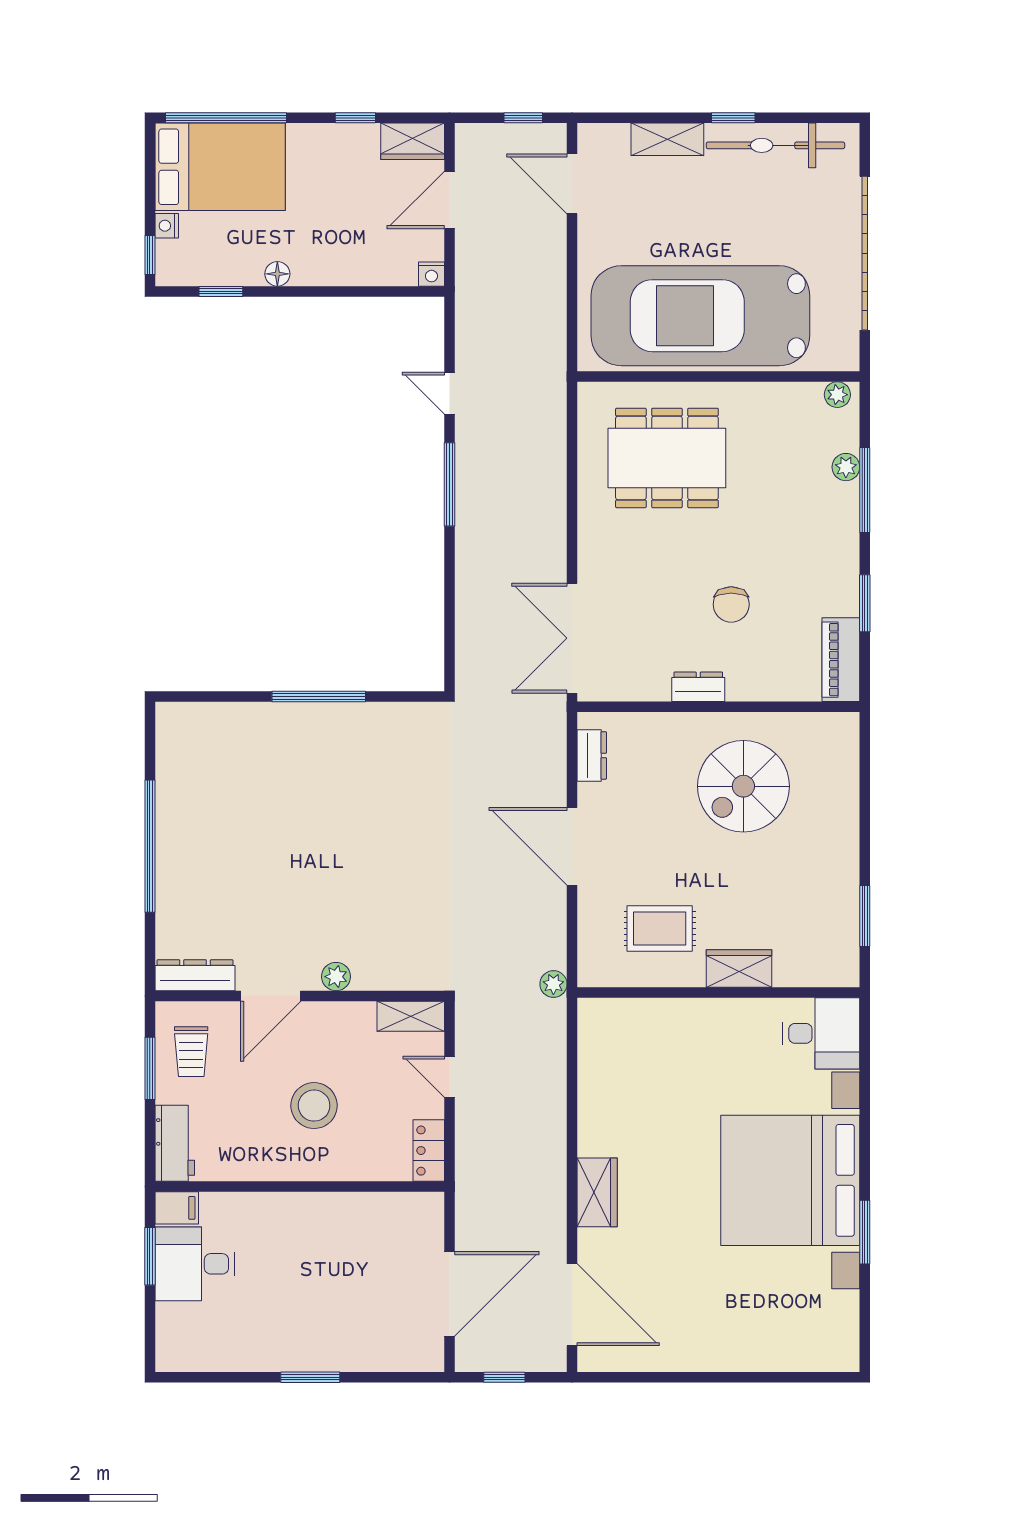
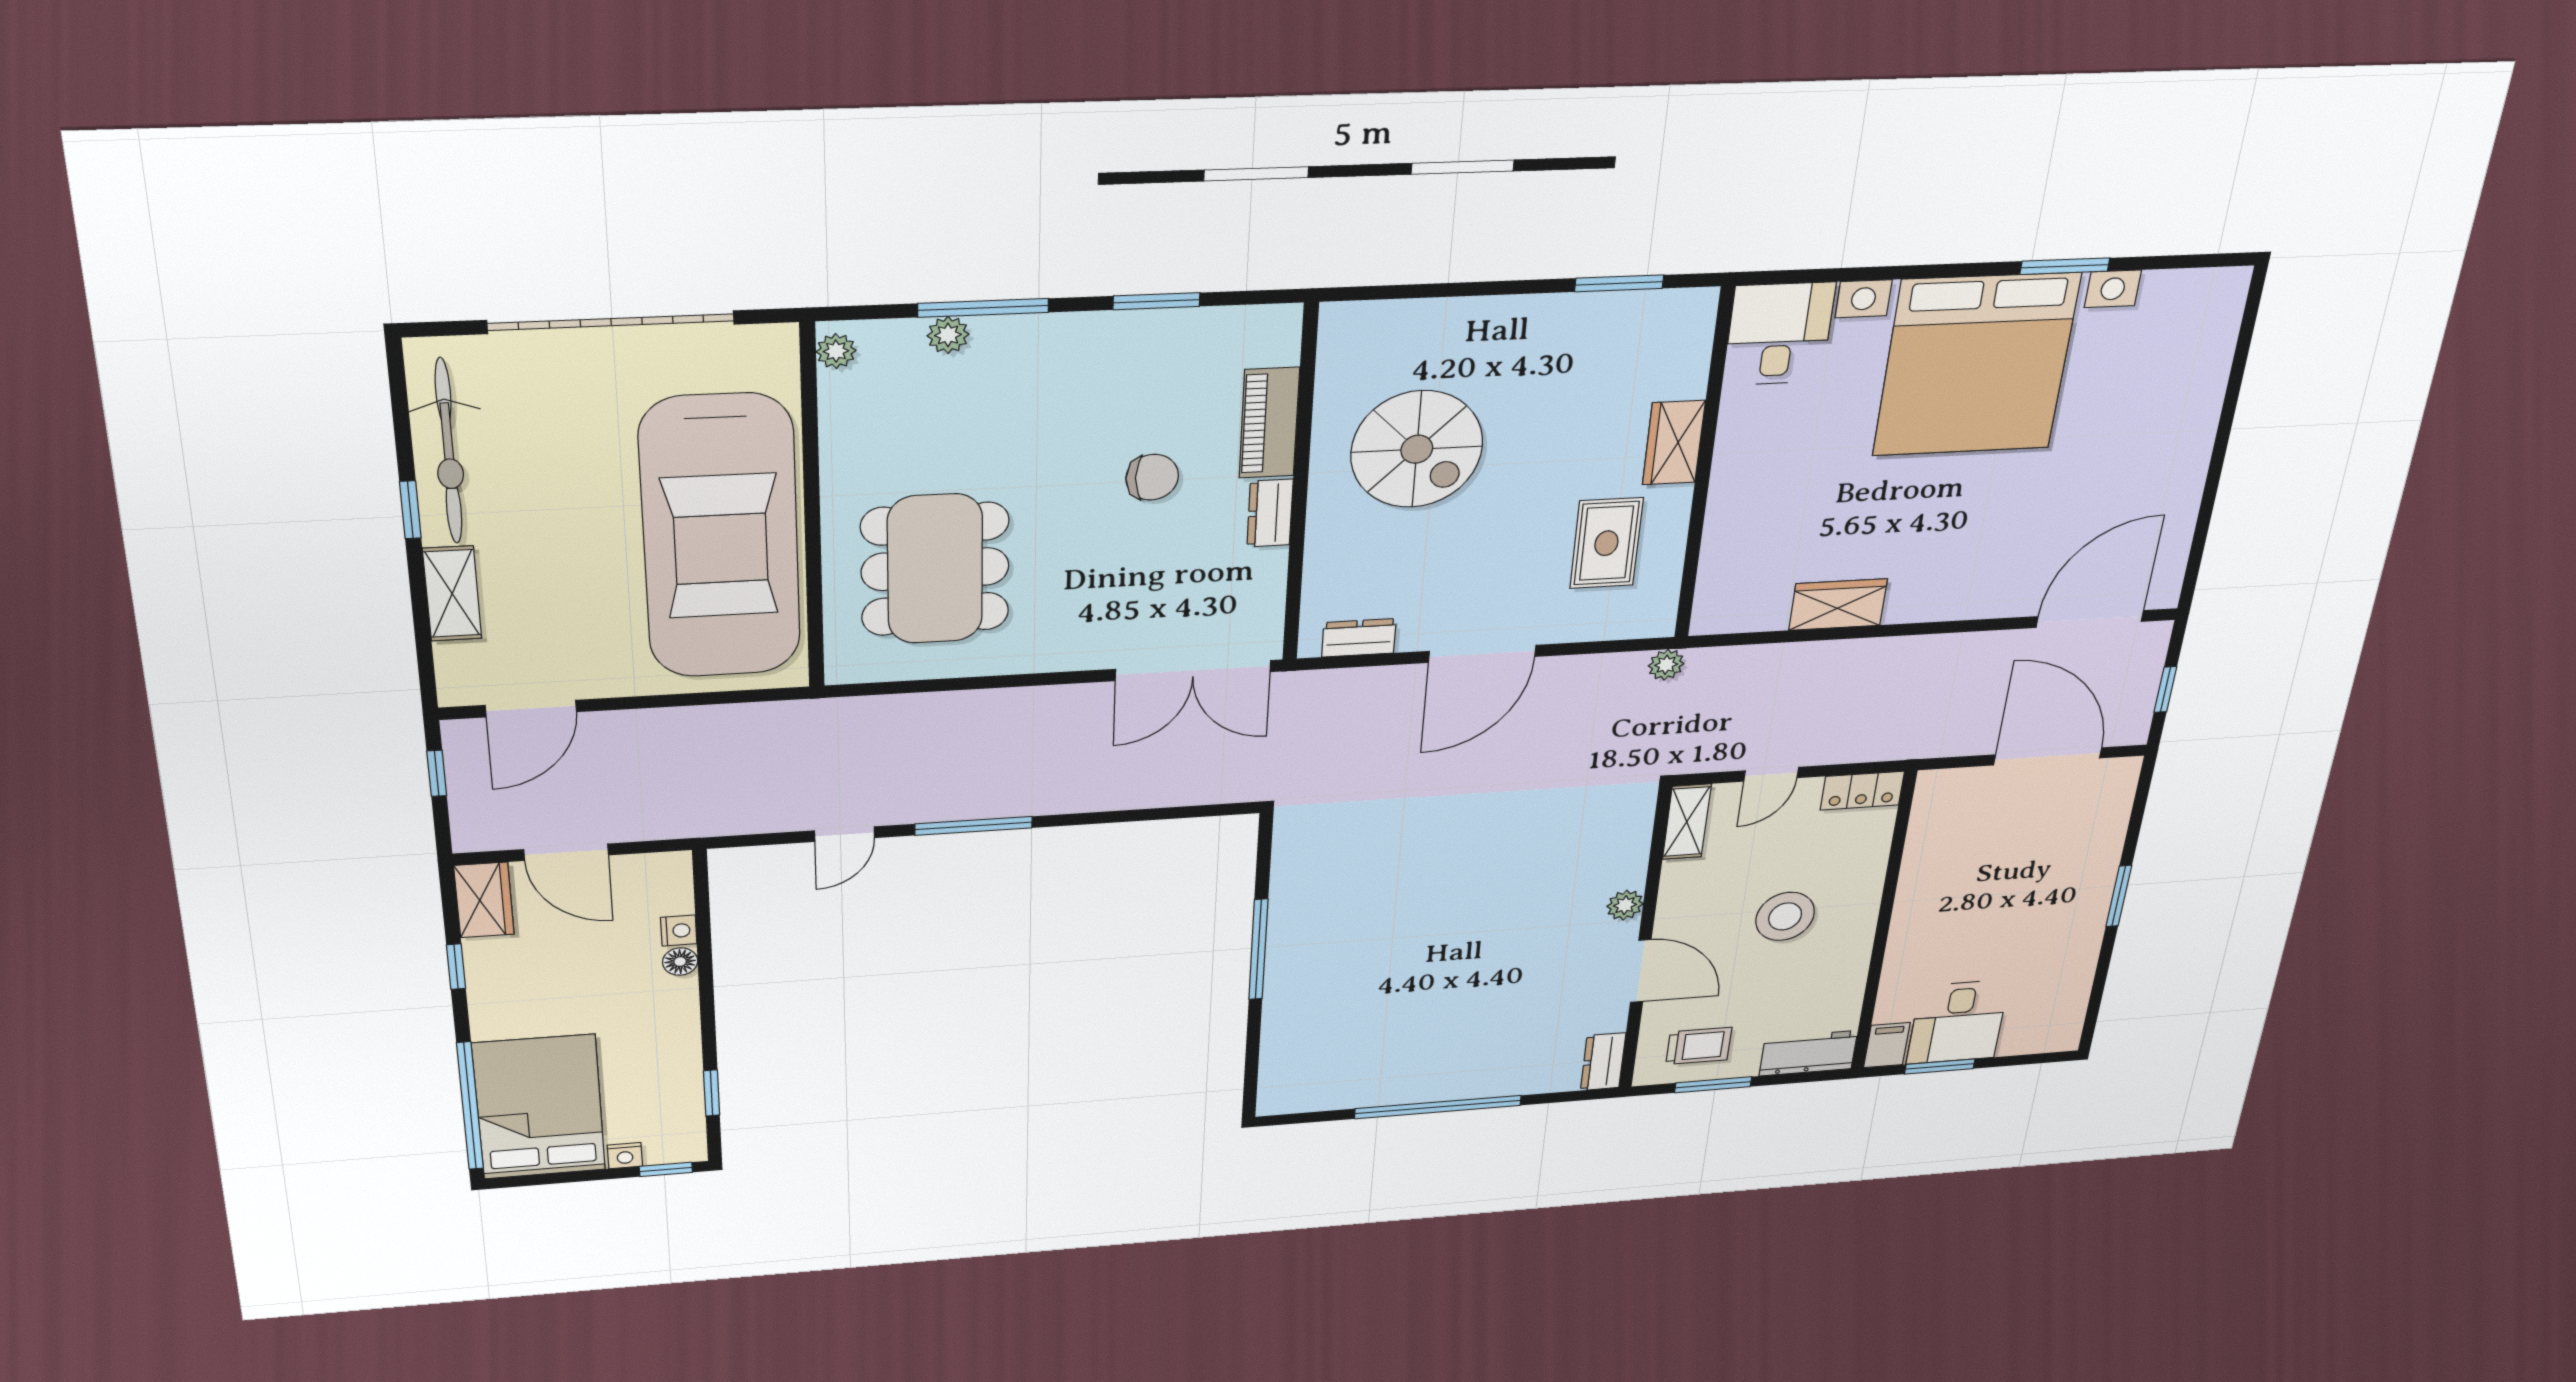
floor lamp: (277, 274) -> (680, 962), moved
nightstand: (431, 274) -> (679, 931), moved
piano: (841, 660) -> (1269, 423), moved, turned 90
dresser: (195, 975) -> (1603, 1062), width x0.70
wardrobe: (597, 1192) -> (1838, 605), moved

